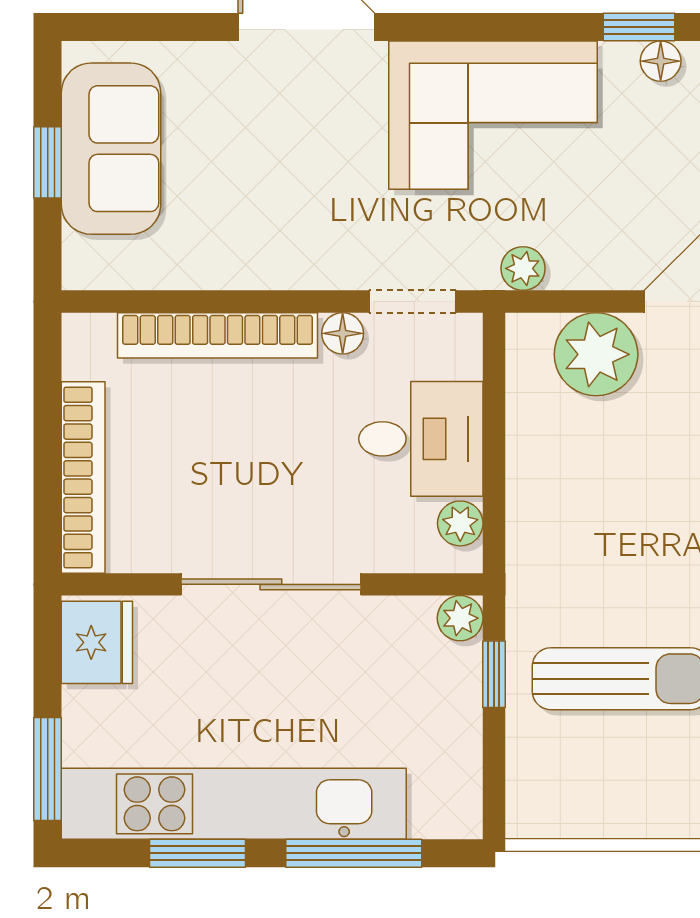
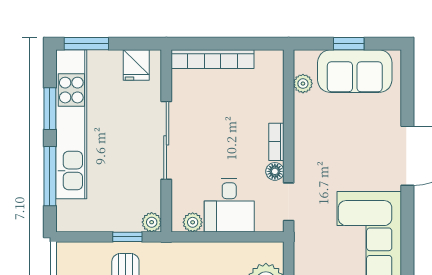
plant: (523, 268) -> (303, 84), moved
bookcase: (218, 335) -> (276, 142), width x0.43, depth x0.76
fridge: (97, 642) -> (136, 65), width x0.72

